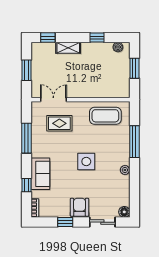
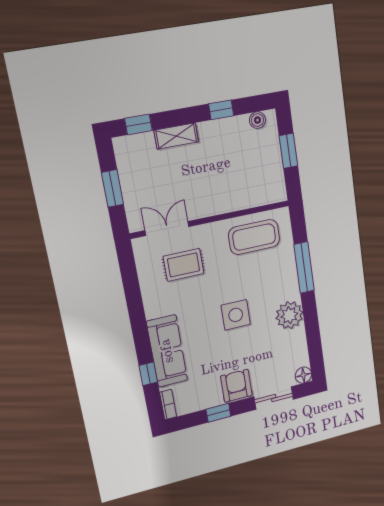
window: (27, 138) -> (134, 301), removed
plant: (125, 170) -> (289, 315), width x1.87, depth x1.87
sofa: (40, 174) -> (167, 351), width x1.36

